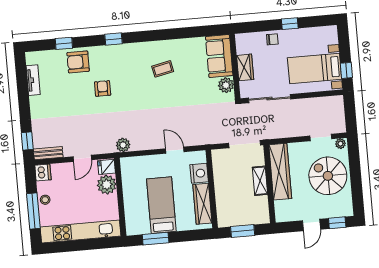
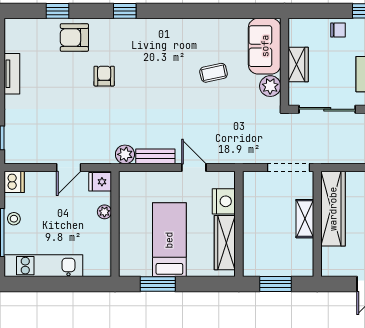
coffee table: (163, 69) -> (214, 73), moved
tv unit: (33, 80) -> (12, 74), moved
bench: (48, 153) -> (155, 156), moved
plant: (107, 185) -> (104, 212), width x0.53, depth x0.53
kitchen unit: (80, 232) -> (43, 266), width x0.73

